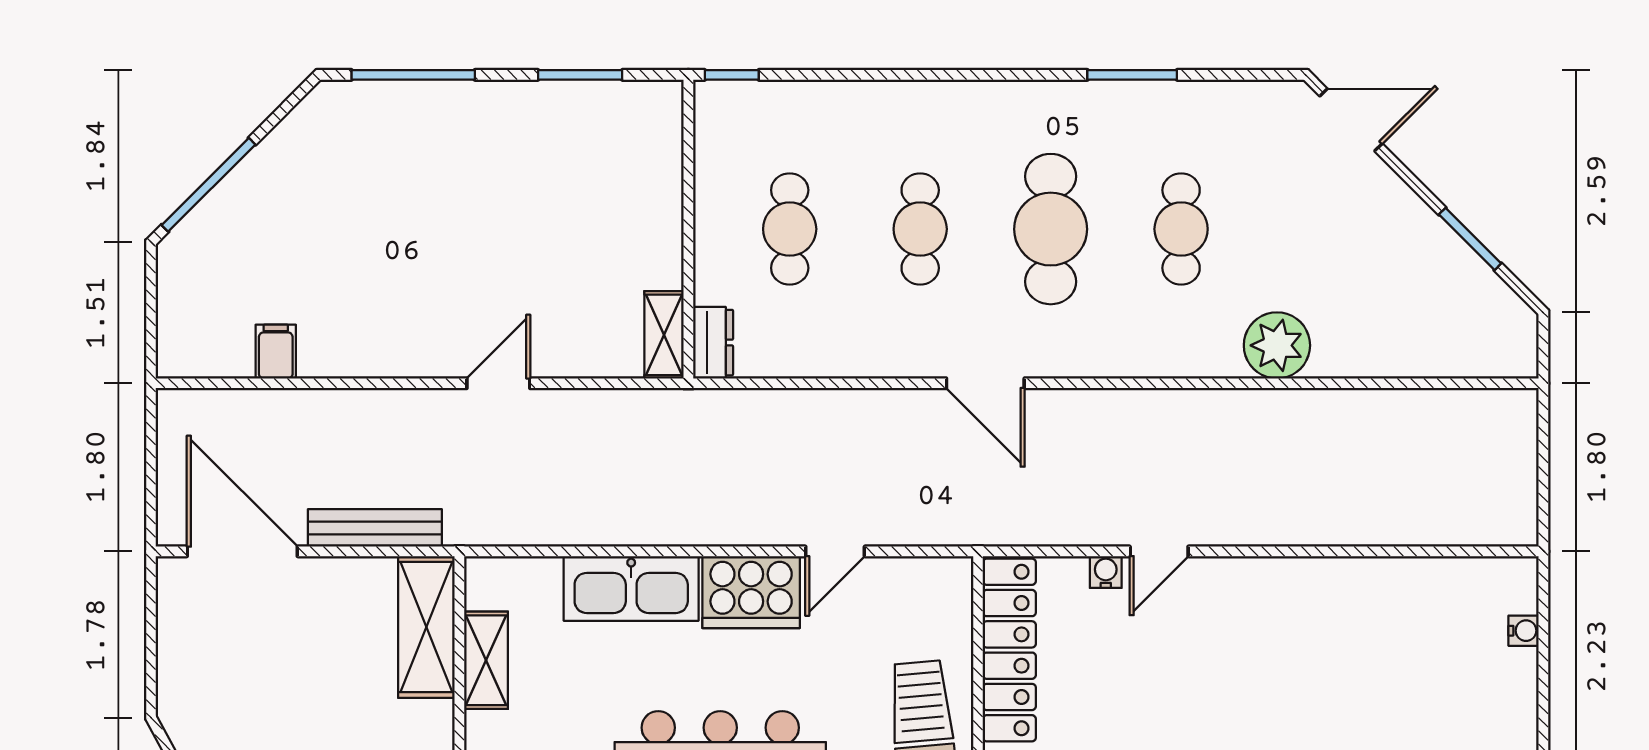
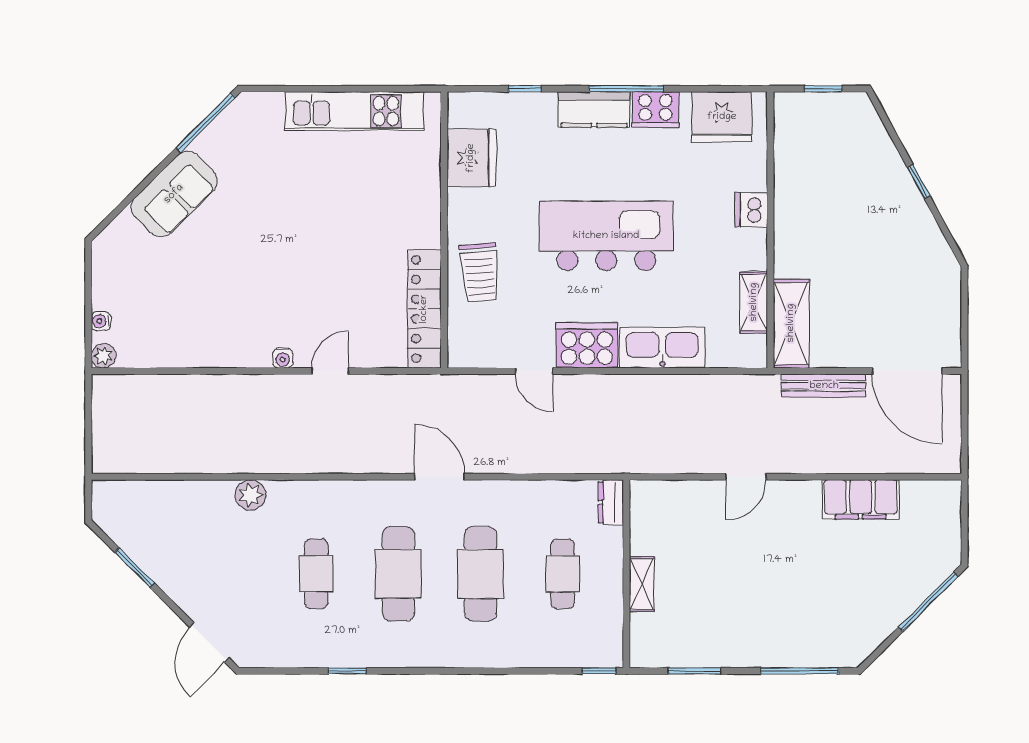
window: (1132, 75) -> (347, 671), width x0.67
door: (1351, 120) -> (209, 643), hinge flipped
cafe table: (920, 229) -> (480, 574), width x1.37, depth x1.35
shelving: (664, 335) -> (642, 584), moved
plant: (1277, 345) -> (250, 495), width x0.73, depth x0.73
filing cabinet: (276, 352) -> (861, 500), width x3.00, depth x1.17
door: (835, 551) -> (534, 371), swing flipped
water cooler: (1106, 572) -> (283, 358), moved
plant: (1519, 576) -> (104, 356), added

